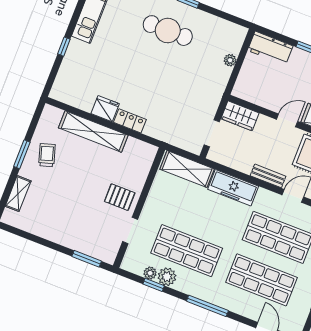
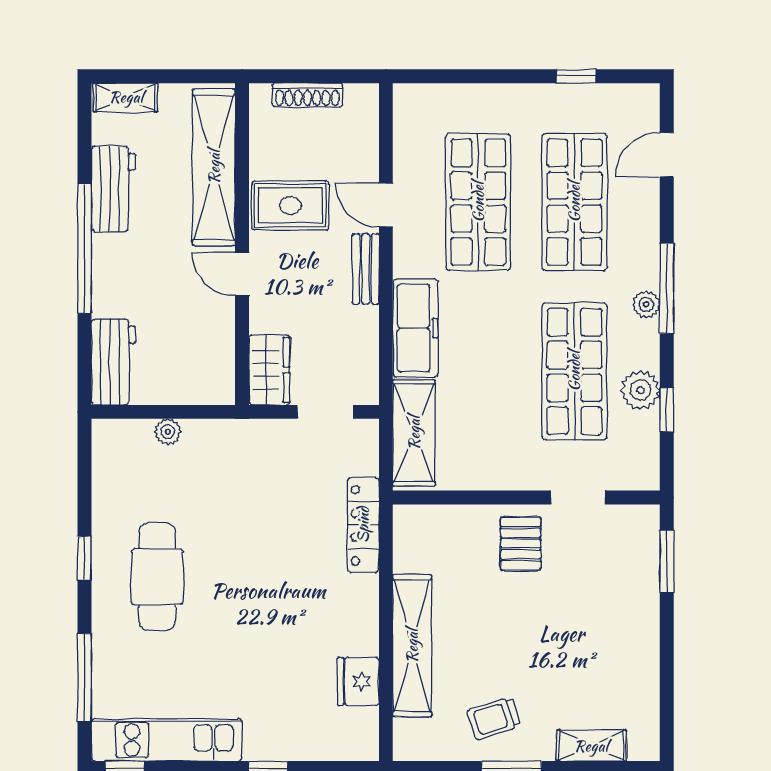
fridge: (105, 109) -> (358, 681), moved
locker: (130, 121) -> (363, 525), moved, width x1.53
plant: (150, 273) -> (646, 304), moved

